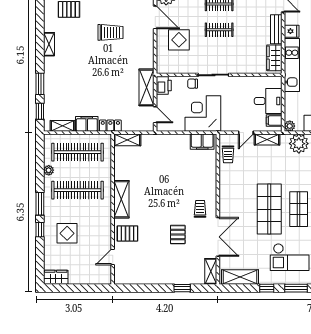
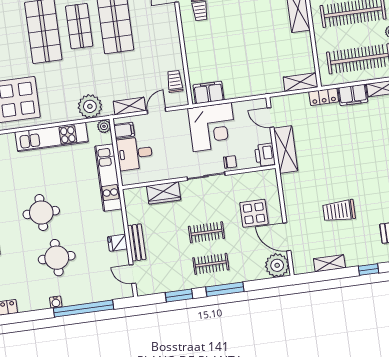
wardrobe: (274, 58) -> (164, 193), moved, turned 90
kitchen unit: (292, 65) -> (108, 178), moved

